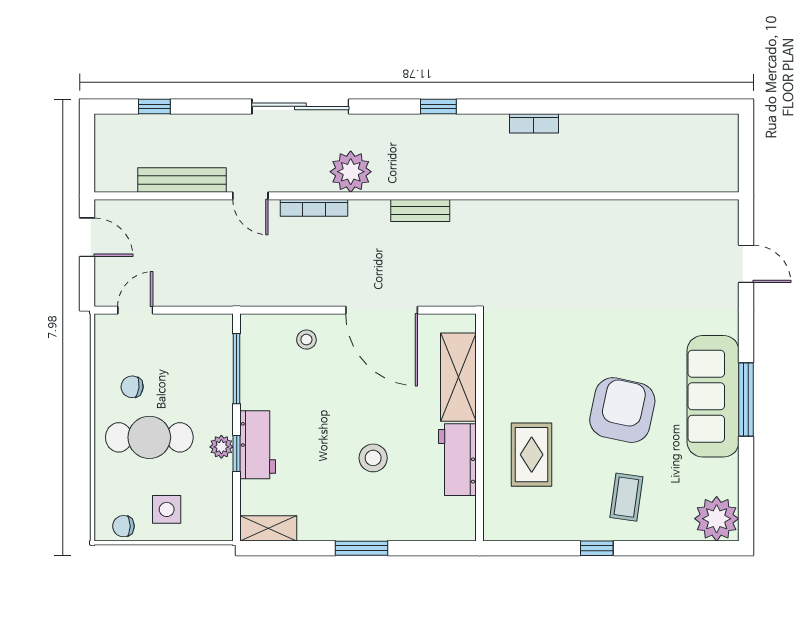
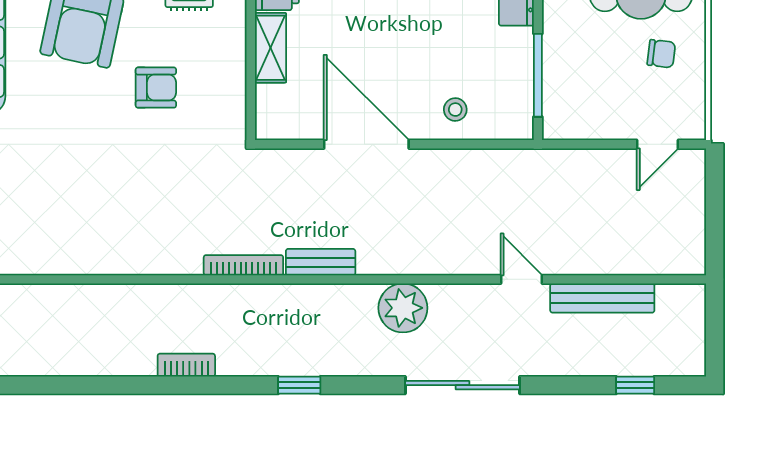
bookcase: (314, 208) -> (243, 265), moved
door: (87, 237) -> (715, 230), removed
armchair: (560, 358) -> (156, 88), added
shelving: (458, 377) -> (270, 48), width x0.67, depth x0.75

